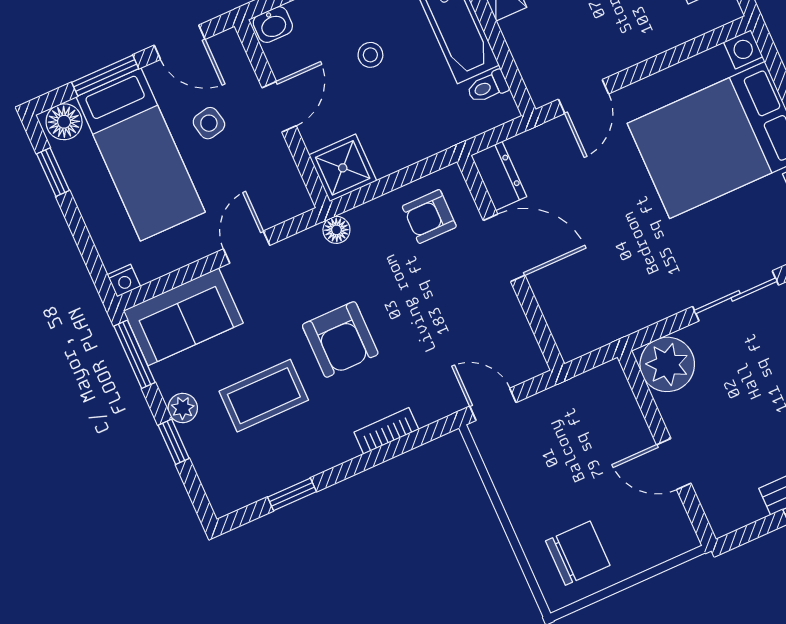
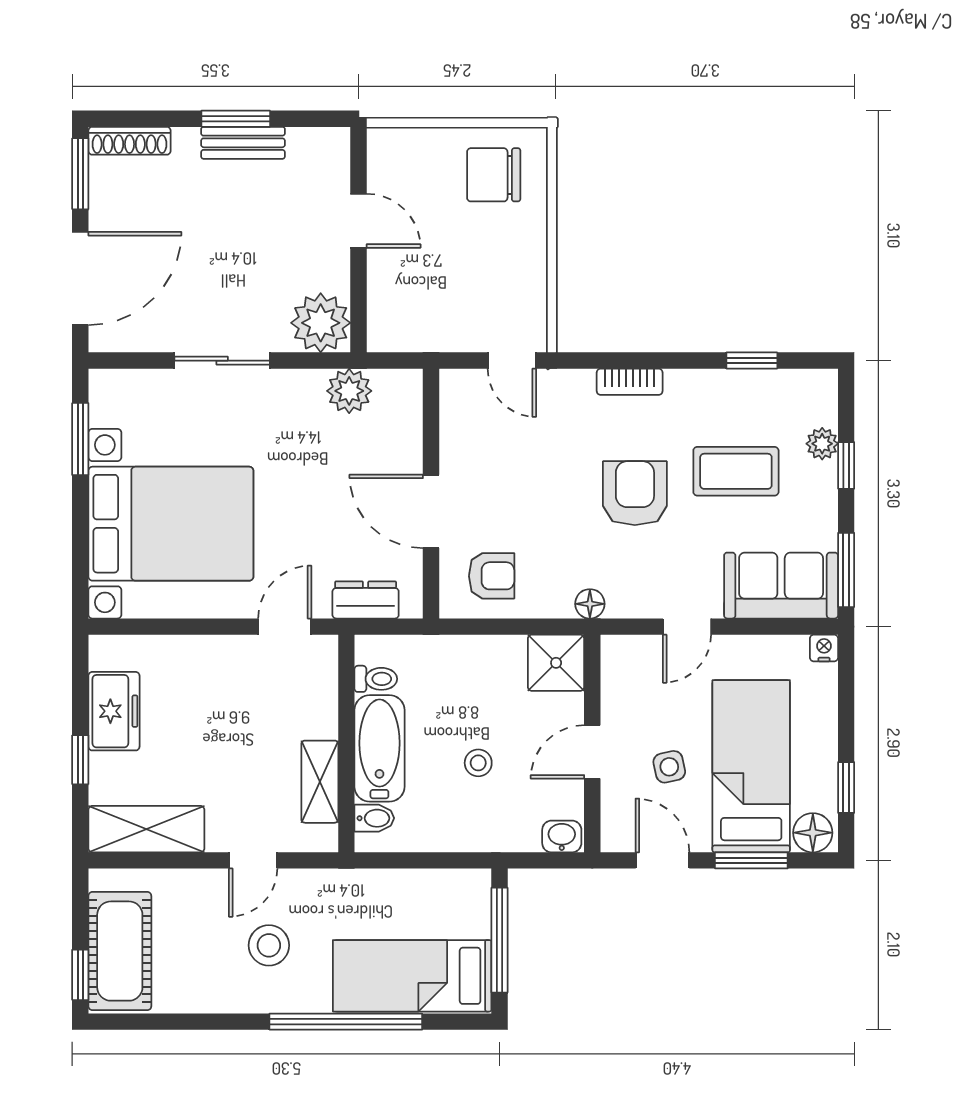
dresser: (499, 176) -> (366, 600), moved, turned 90
plant: (618, 318) -> (349, 391), added
plant: (183, 408) -> (822, 444), moved

